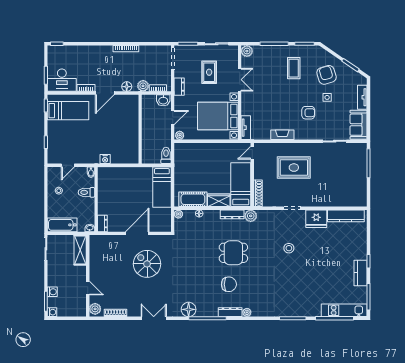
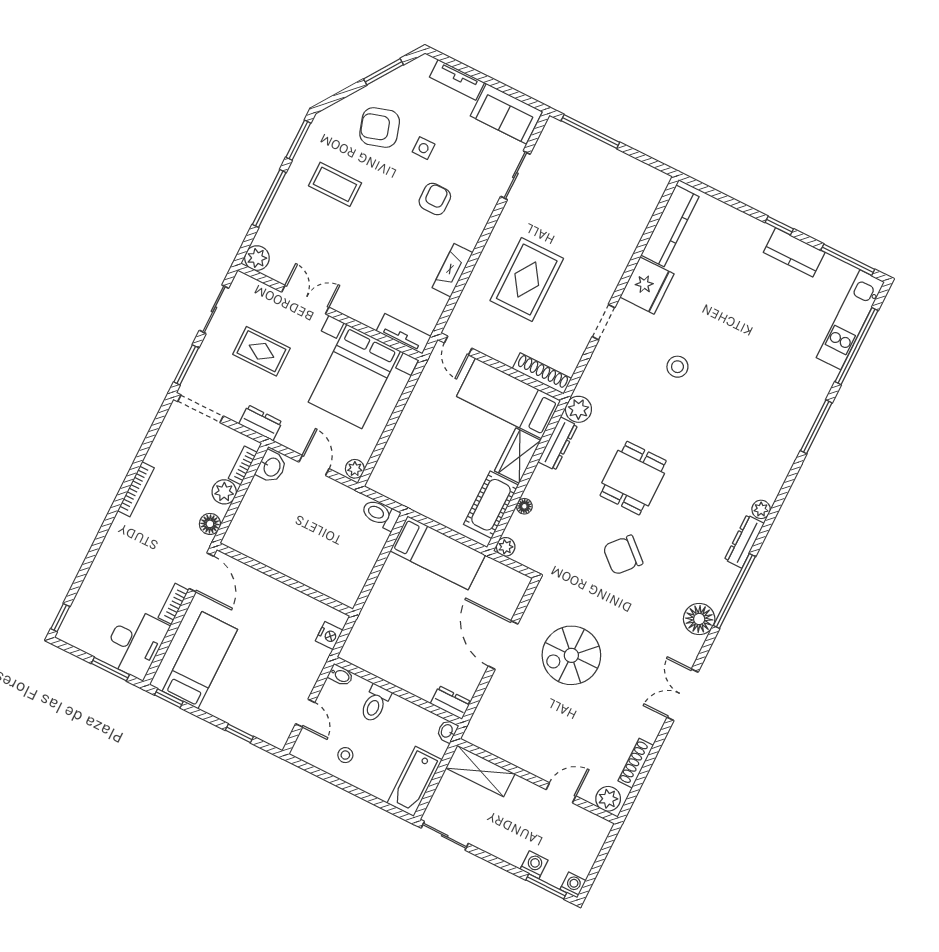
wall: (140, 129) -> (285, 579), moved
chair: (229, 284) -> (623, 555), moved, turned -138

